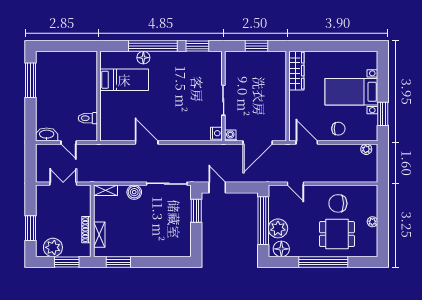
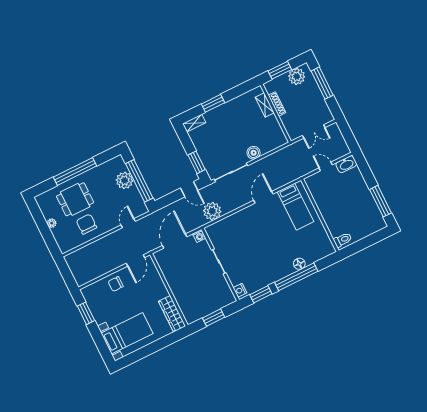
bed: (124, 80) -> (295, 207), moved, turned -90
bed with nightstands: (351, 92) -> (127, 333), moved
toilet: (88, 118) -> (343, 240), moved
nightstand: (216, 133) -> (240, 290), moved
door: (147, 142) -> (263, 197), swing flipped
door: (307, 142) -> (135, 260), hinge flipped
plant: (366, 149) -> (212, 211), moved, width x1.87, depth x1.87
door: (295, 184) -> (128, 223), hinge flipped
shelving: (105, 190) -> (194, 123), moved
chair: (338, 203) -> (86, 224), turned -90
window: (31, 228) -> (322, 83), width x1.44
floor lamp: (281, 249) -> (114, 165), removed
window: (118, 262) -> (213, 103), moved

